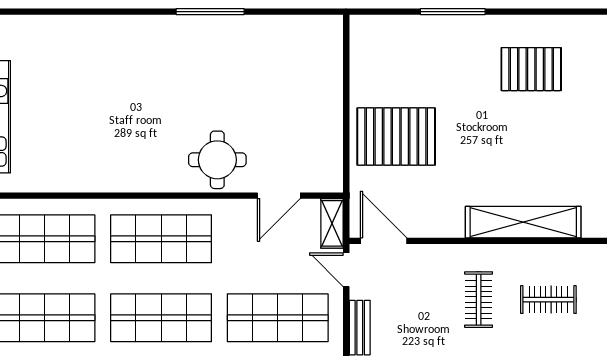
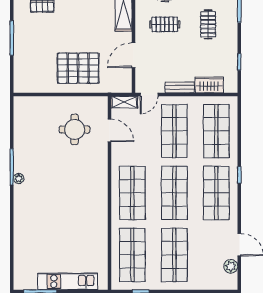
plant: (188, 24) -> (19, 178), added
pallet: (396, 136) -> (78, 68), turned 90
round table: (217, 160) -> (75, 130), moved
door: (384, 241) -> (134, 55), moved

